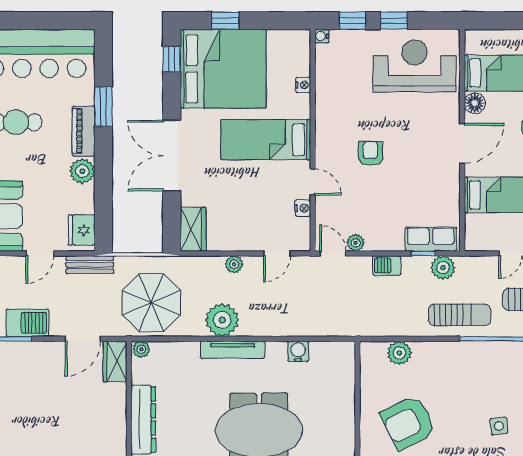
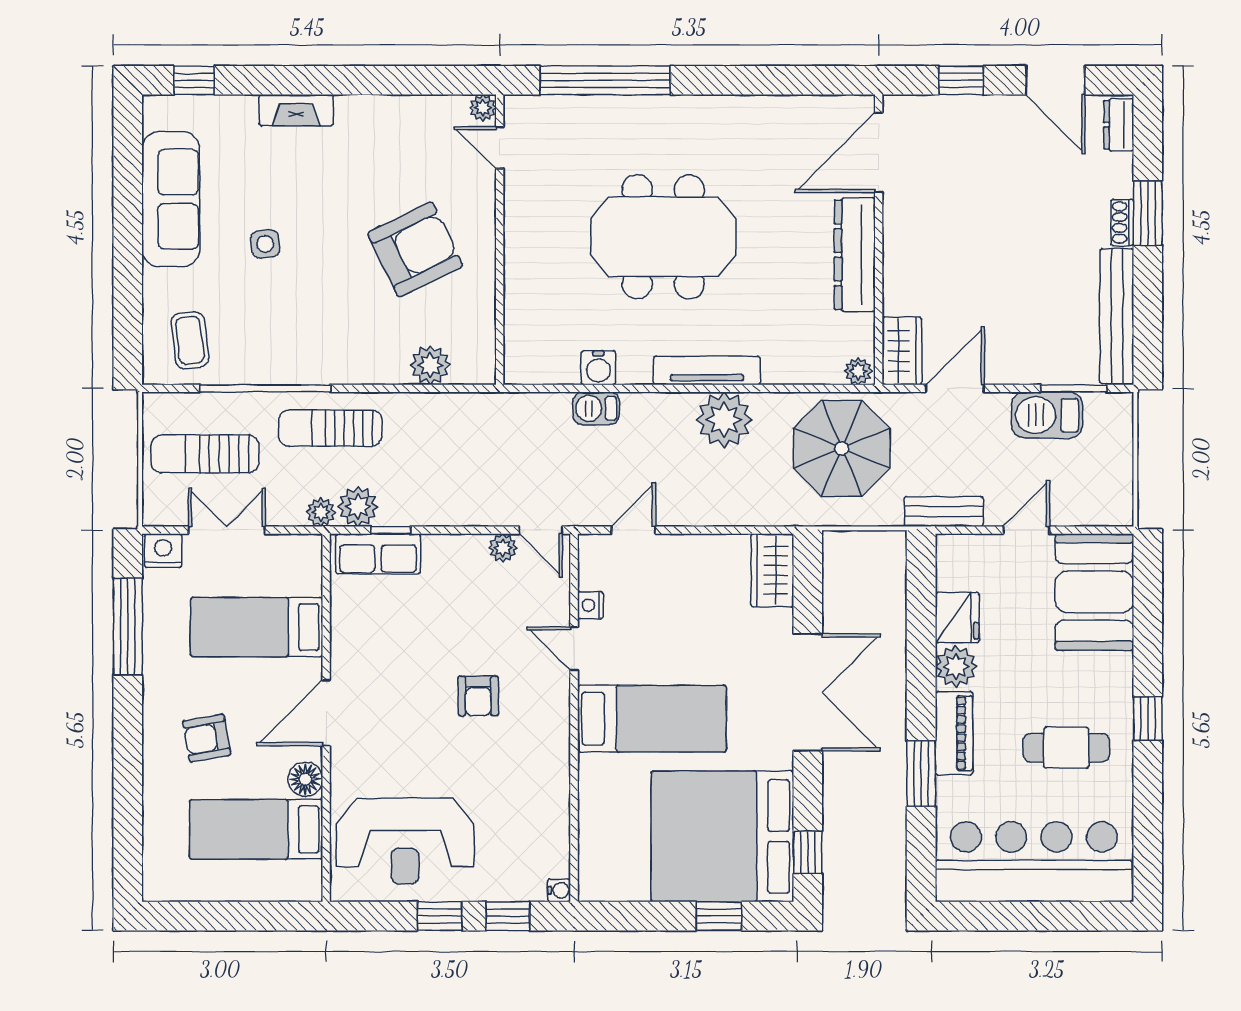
nightstand: (303, 85) -> (590, 810), removed
fridge: (82, 230) -> (957, 618), moved
plant: (234, 264) -> (321, 512), moved
barbecue: (387, 265) -> (596, 408), moved, turned 180

